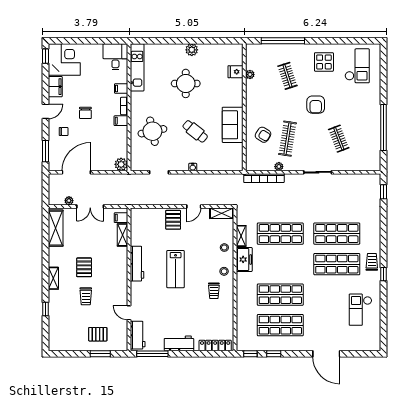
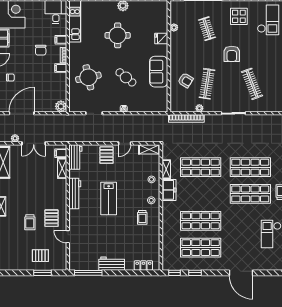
fridge: (235, 72) -> (161, 39), moved
chair: (85, 113) -> (41, 50), moved
clothes rail: (339, 139) -> (252, 84), width x1.36
pallet: (84, 267) -> (52, 218), moved
workbench: (138, 335) -> (75, 157), moved
locker: (215, 345) -> (143, 265), width x0.66

